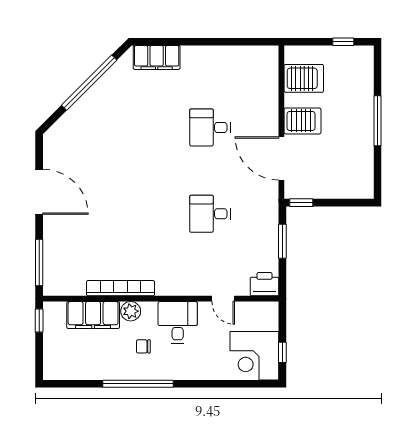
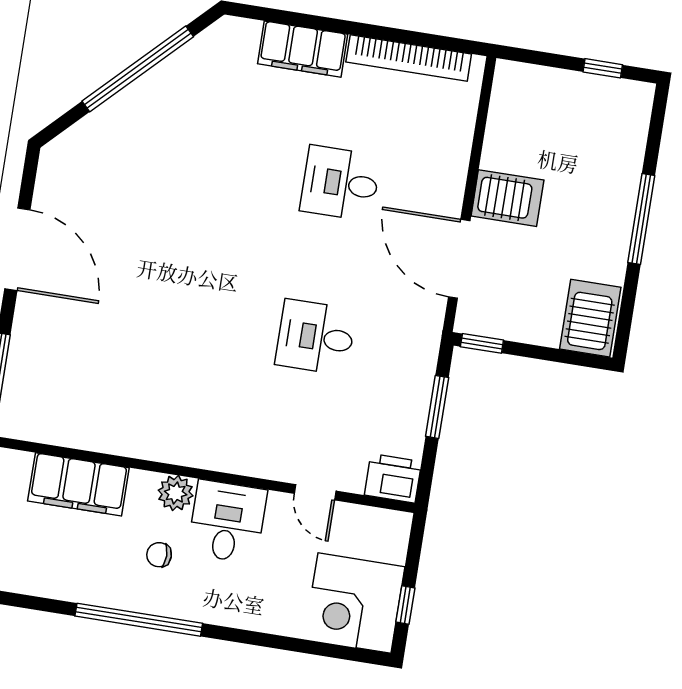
filing cabinet: (157, 57) -> (303, 49), moved
server rack: (304, 78) -> (590, 318), moved, turned -90
bookcase: (120, 288) -> (409, 58), moved, turned 180
plant: (131, 311) -> (176, 493), moved

